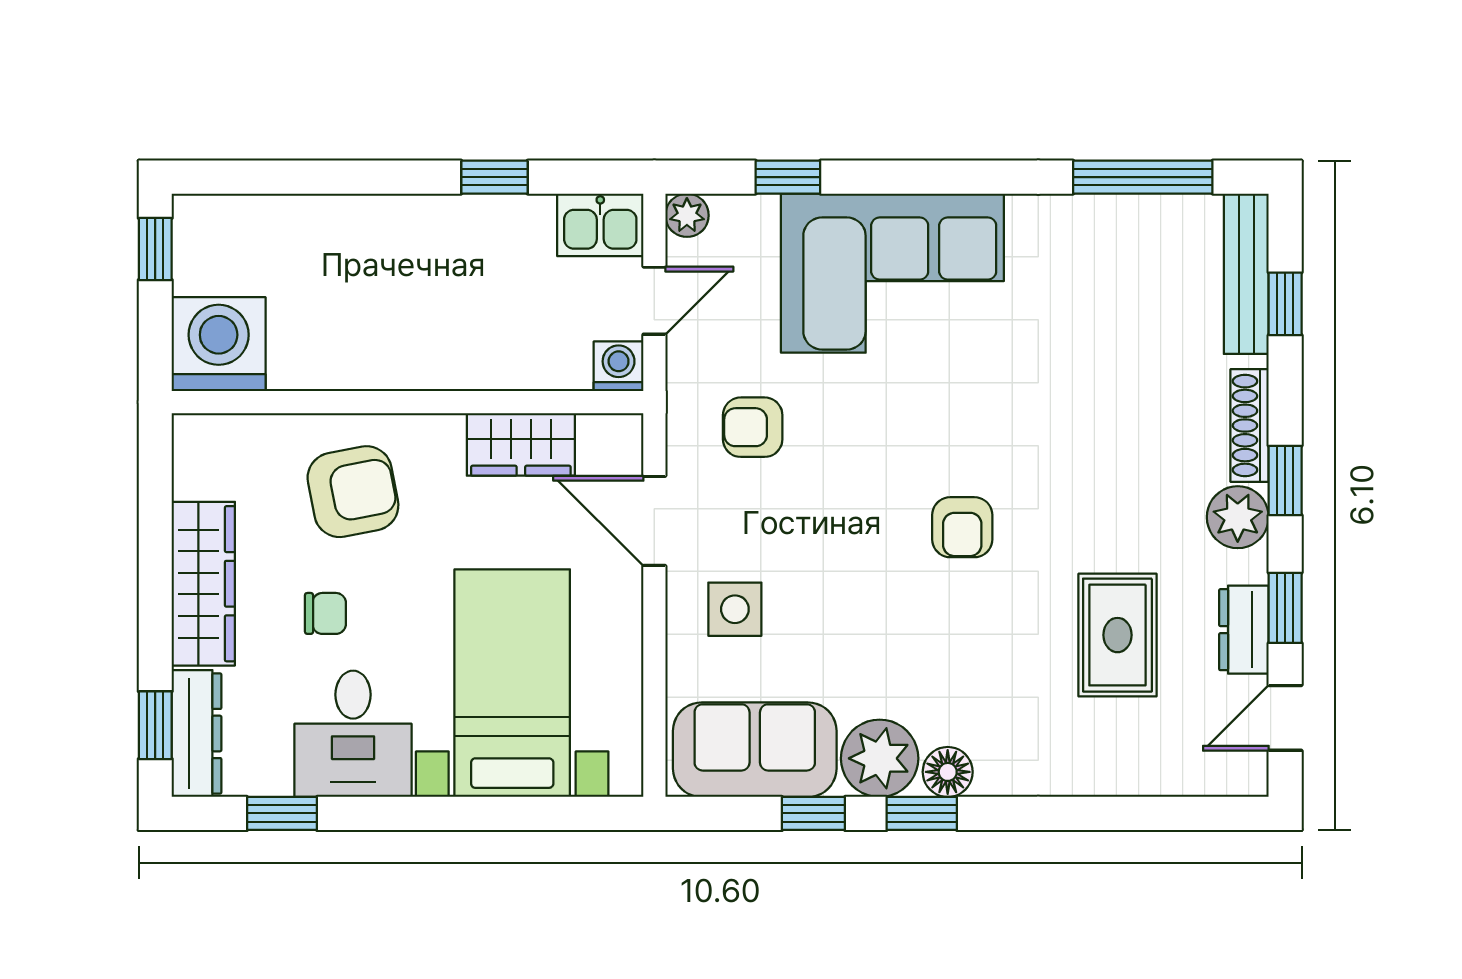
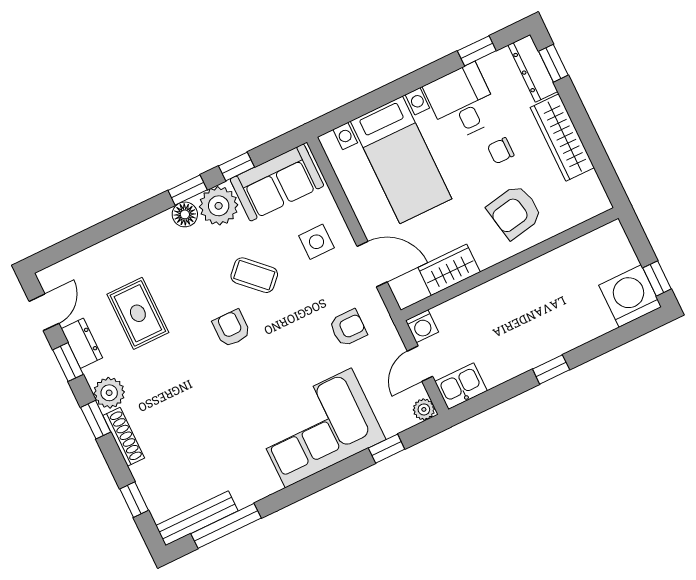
window: (494, 177) -> (551, 369), moved
bench: (1246, 274) -> (197, 518), moved, turned 90
washing machine: (219, 344) -> (630, 296), moved, turned 180
coffee table: (876, 603) -> (254, 275), added

